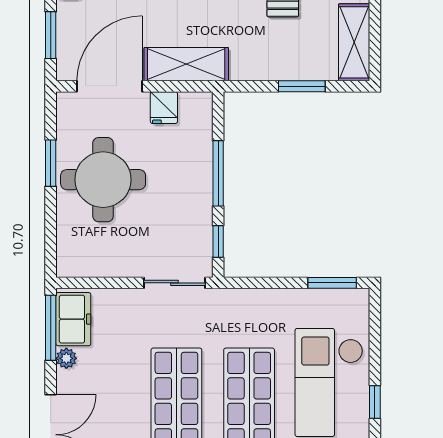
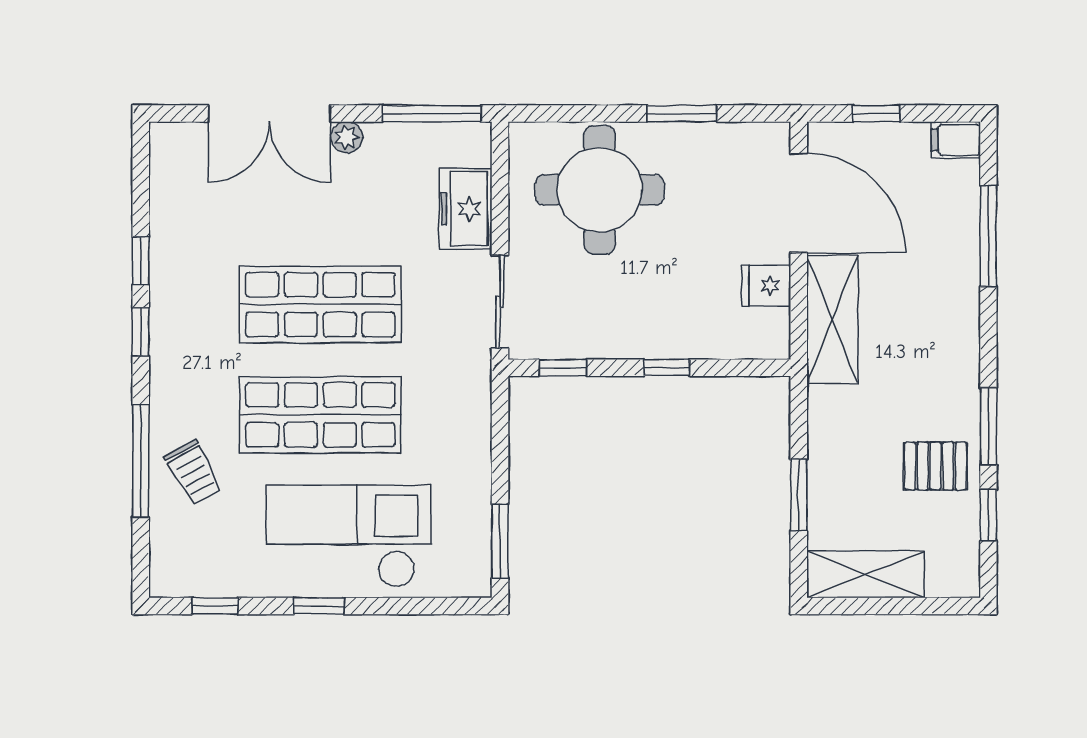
window: (51, 35) -> (876, 113), width x0.67
window: (218, 173) -> (666, 368), width x0.46
round table: (103, 180) -> (600, 190), moved
freezer: (73, 319) -> (466, 209), moved, turned 90
plant: (66, 358) -> (347, 137), moved

